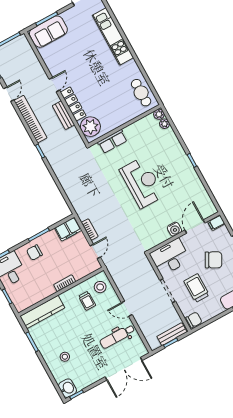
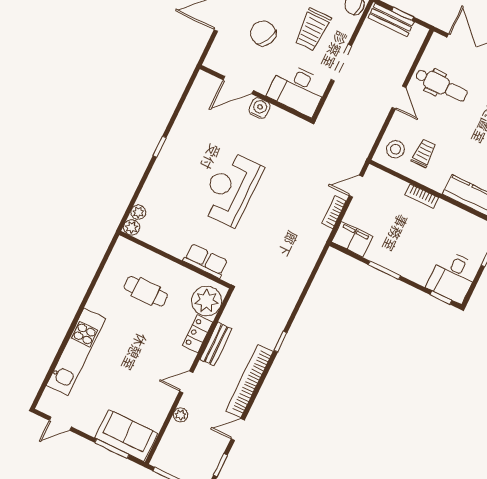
plant: (39, 69) -> (181, 415), added
cafe table: (141, 93) -> (146, 291), moved, turned 90
locker: (73, 104) -> (198, 334), width x0.66
filing cabinet: (216, 223) -> (215, 62), removed
chair: (34, 253) -> (410, 260), removed

